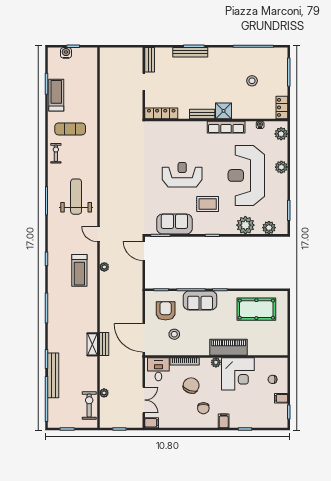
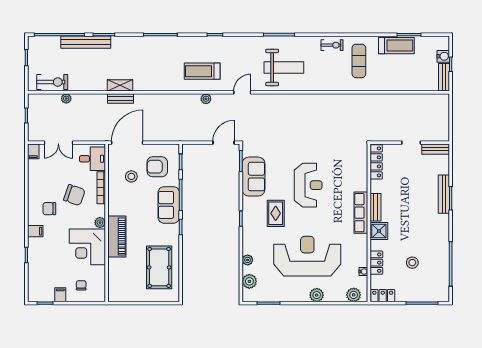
bench: (85, 52) -> (444, 77), added
locker: (252, 113) -> (376, 263), added
row of seats: (226, 127) -> (361, 213), moved
plant: (245, 225) -> (248, 260), width x0.53, depth x0.53
armchair: (166, 311) -> (157, 167), turned 180

